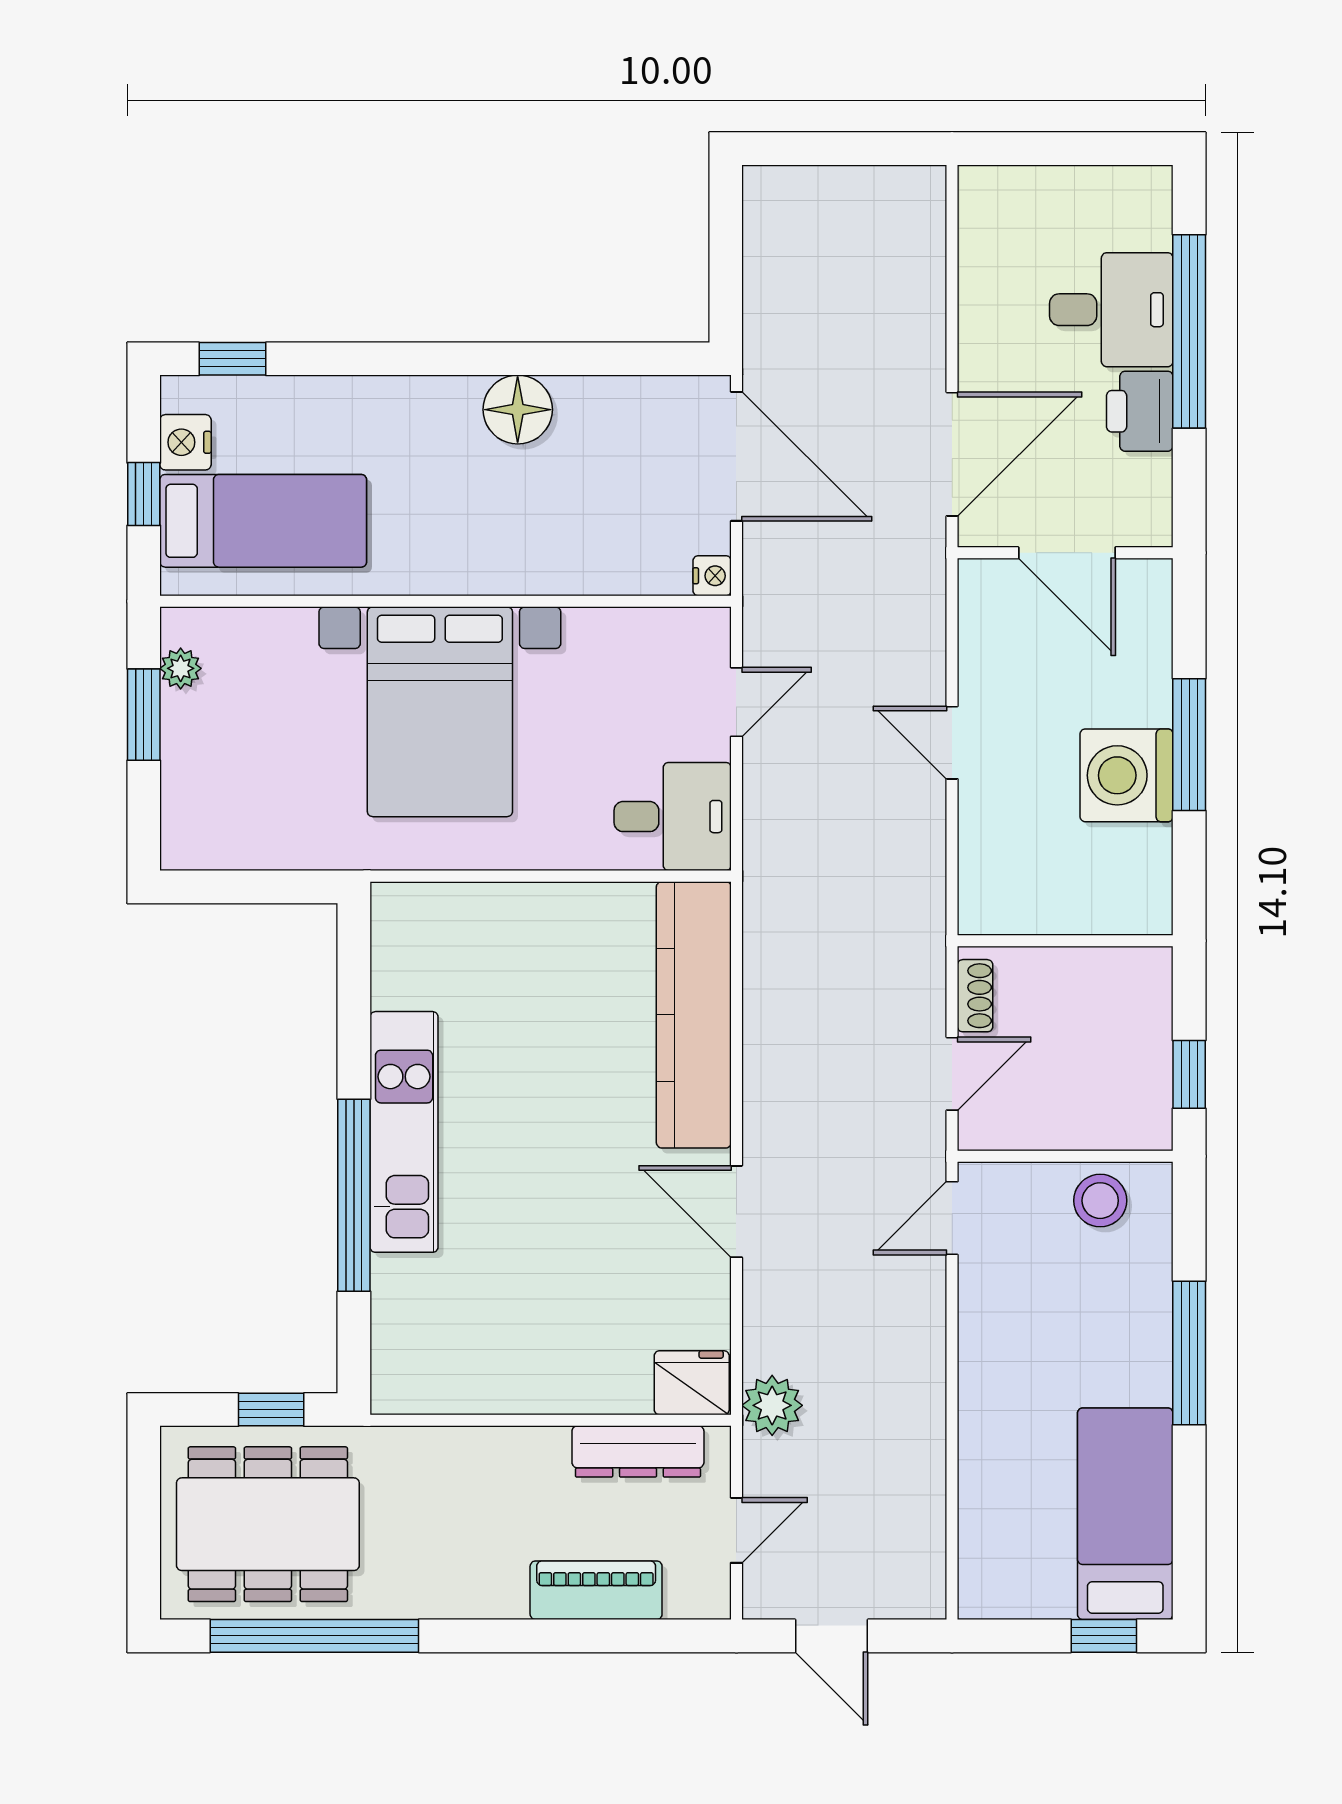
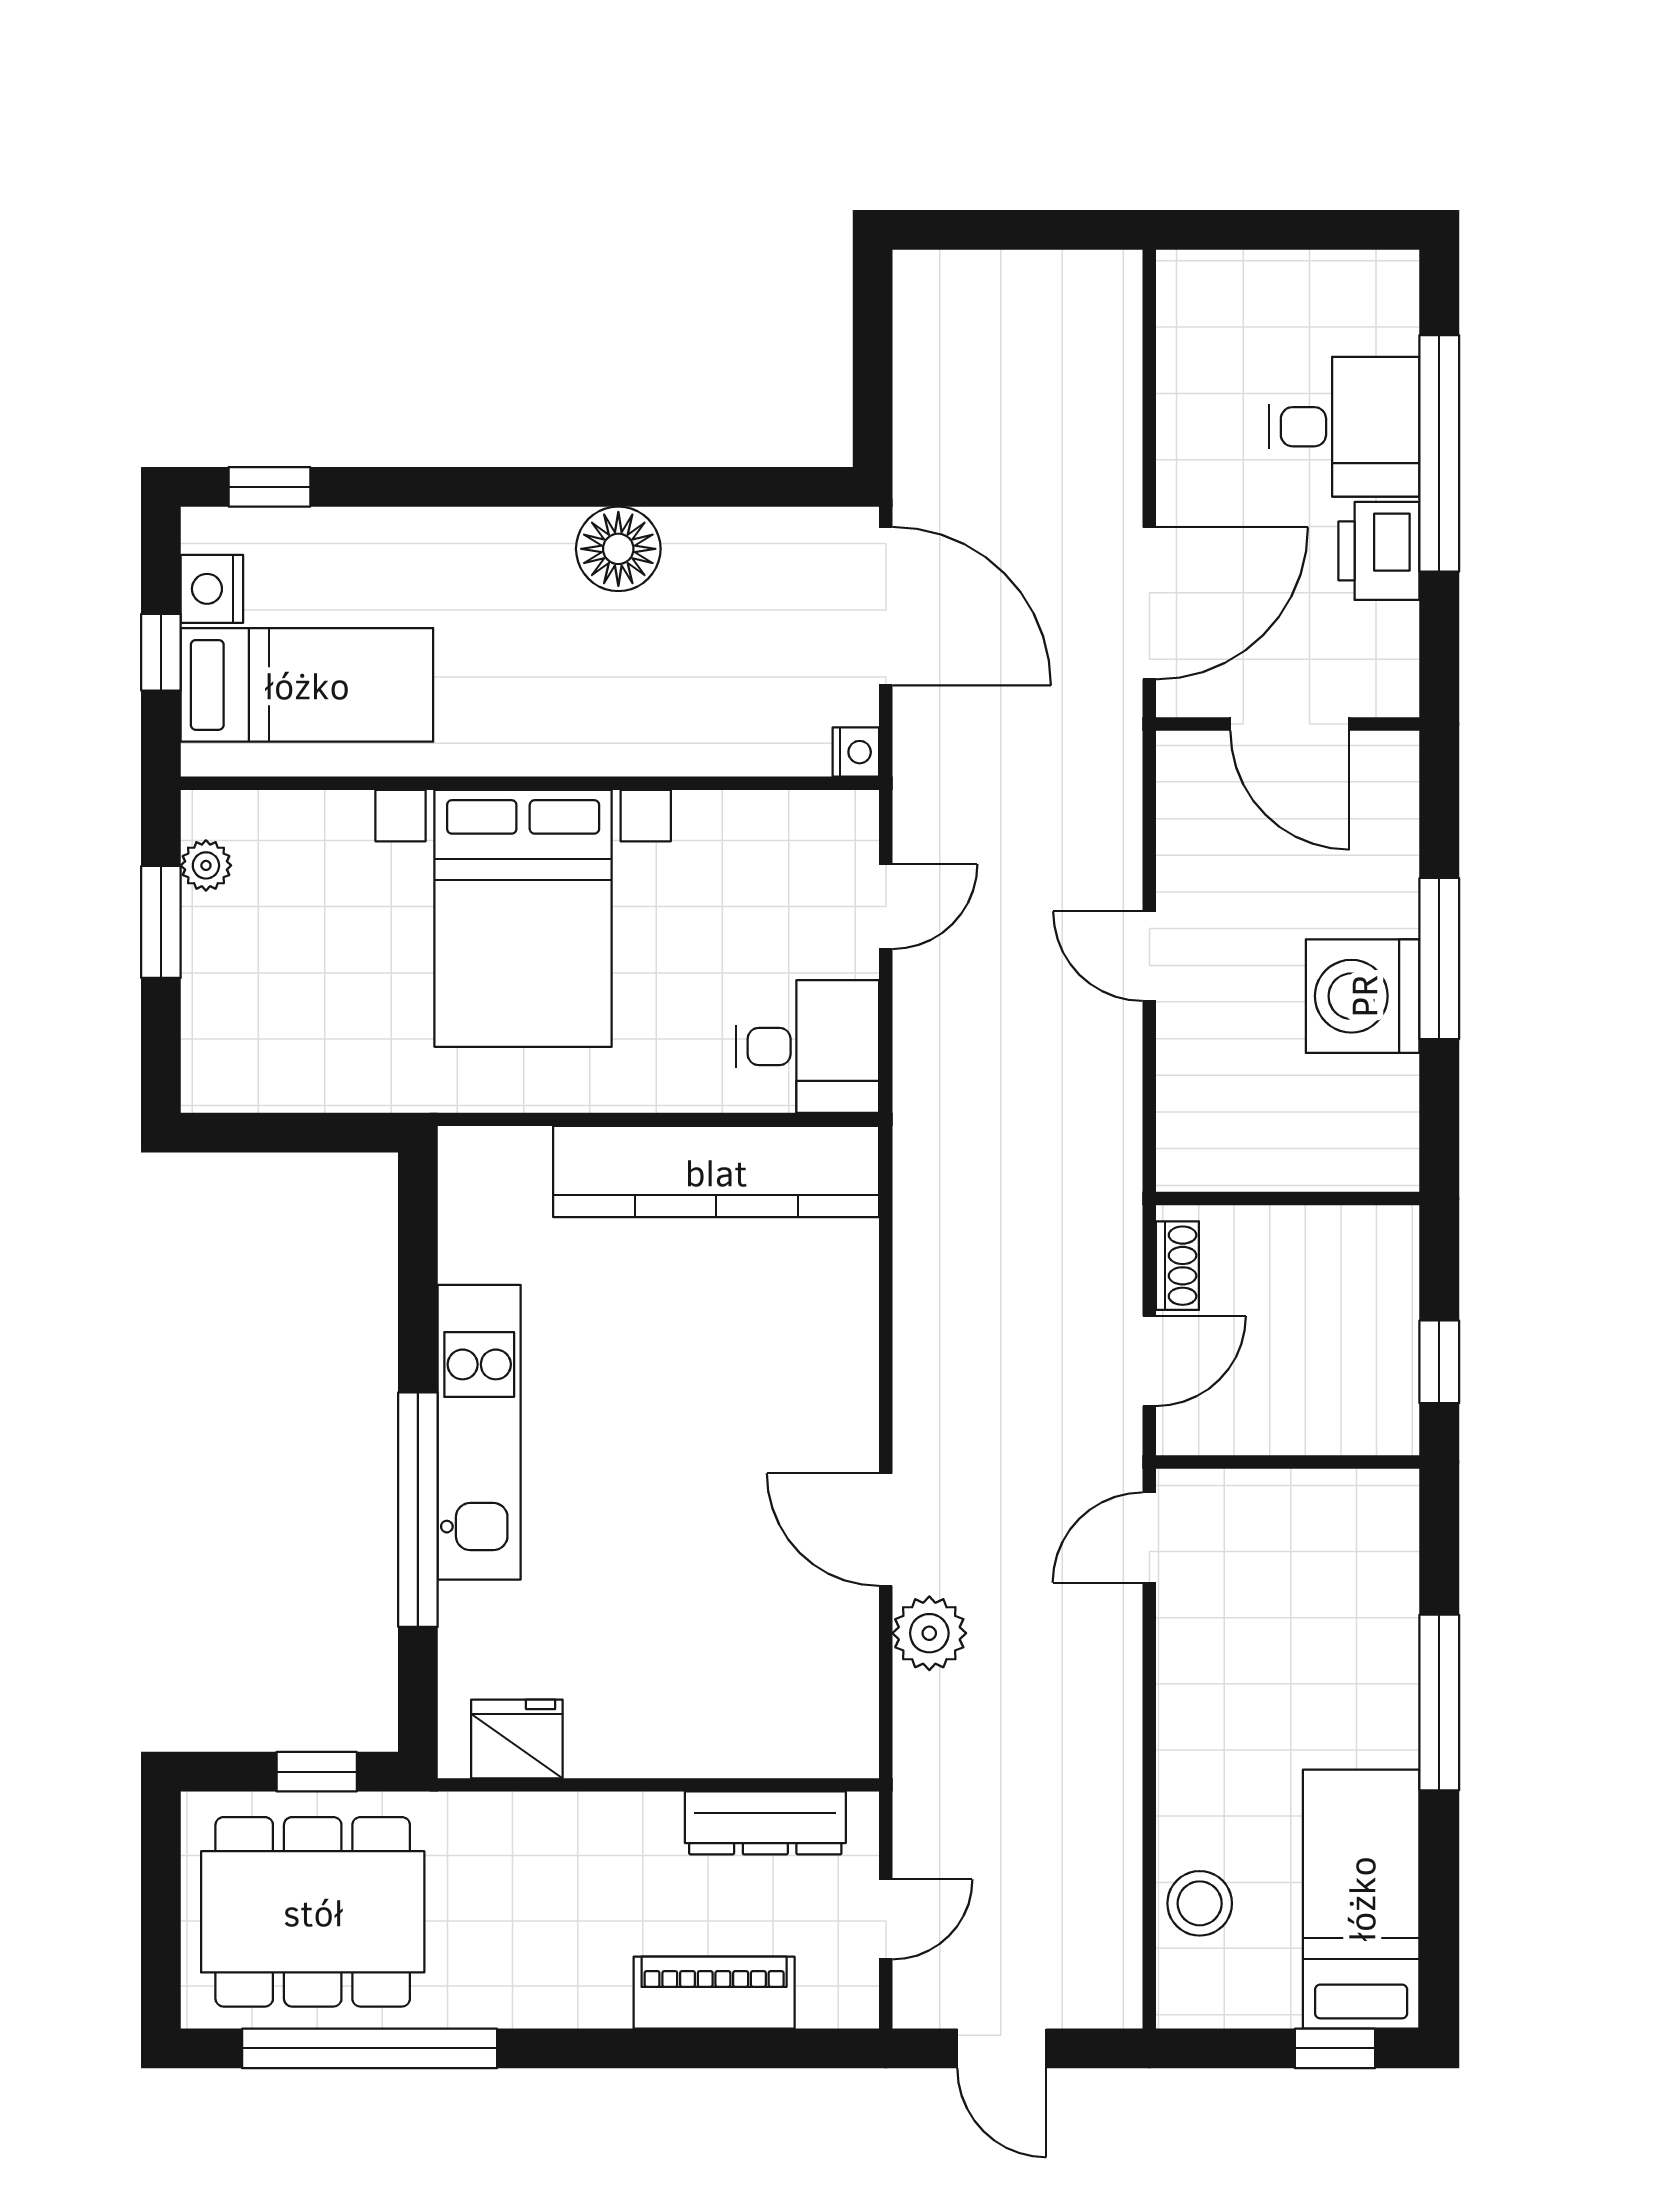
kitchen counter: (694, 1015) -> (716, 1172), moved, turned -90
stool: (1100, 1201) -> (1200, 1903), moved
fridge: (692, 1383) -> (517, 1739), moved
plant: (772, 1405) -> (929, 1633), moved

